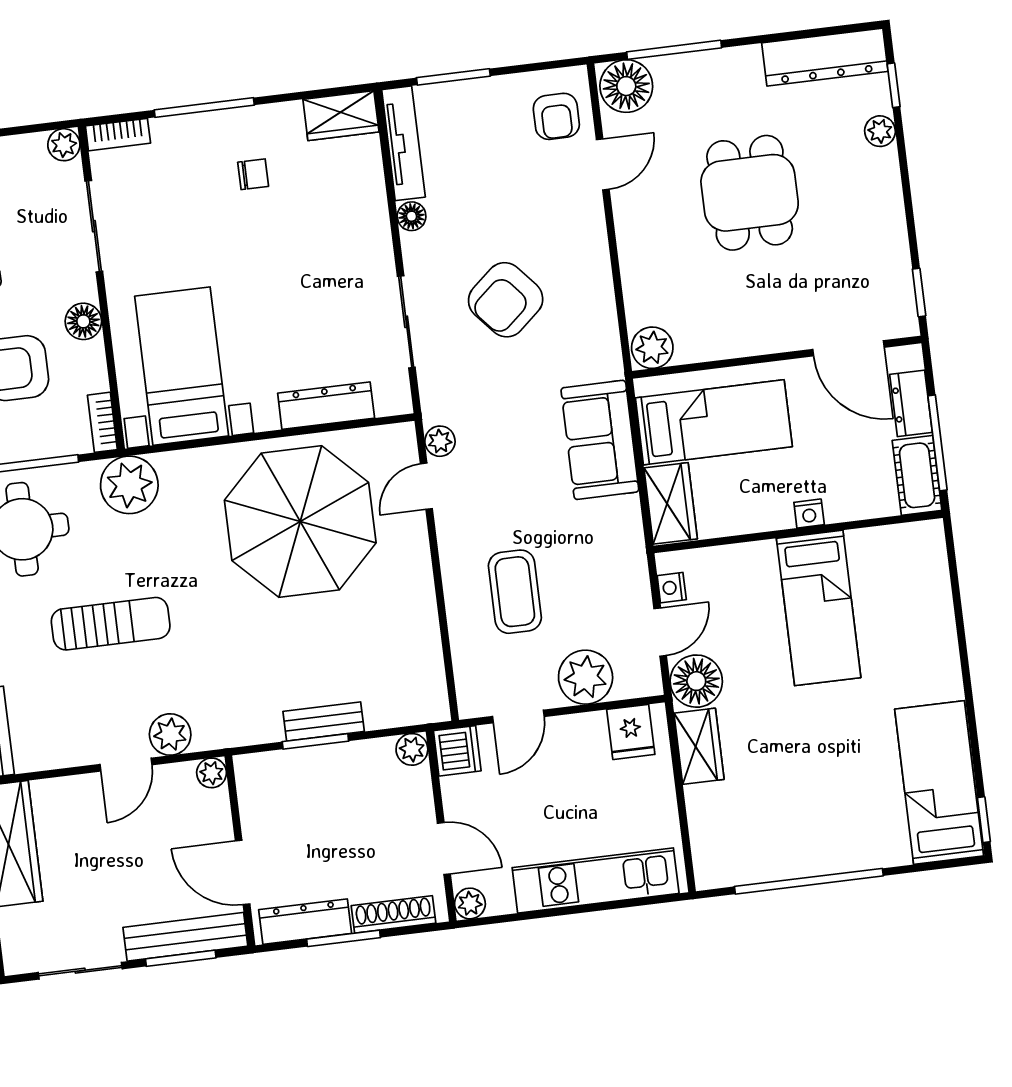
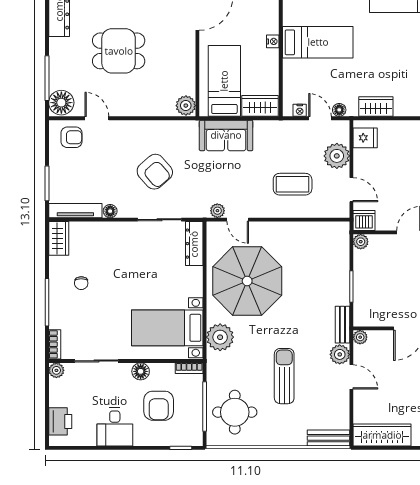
chair: (253, 174) -> (81, 283), turned 180
dresser: (326, 406) -> (194, 244), moved
plant: (129, 485) -> (220, 337), moved
floor lamp: (696, 681) -> (339, 110), width x0.53, depth x0.53
bench: (324, 721) -> (342, 325), moved

